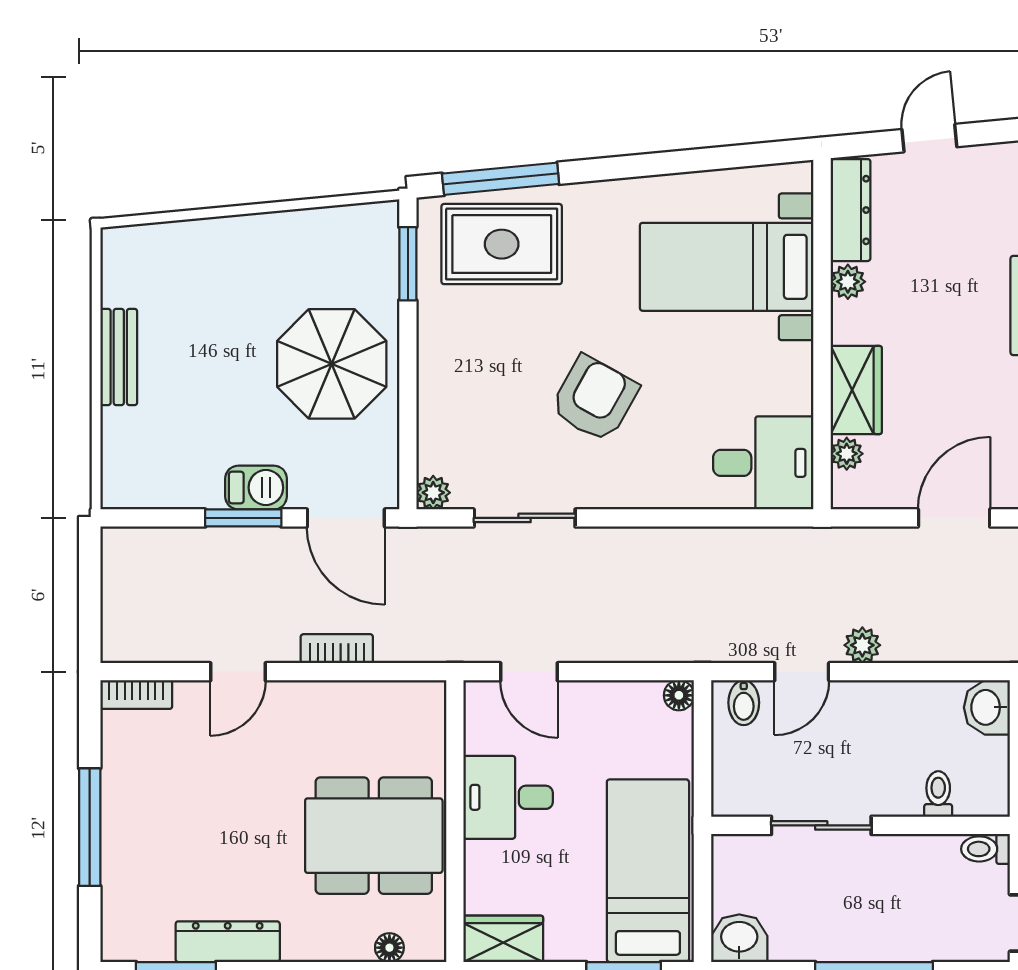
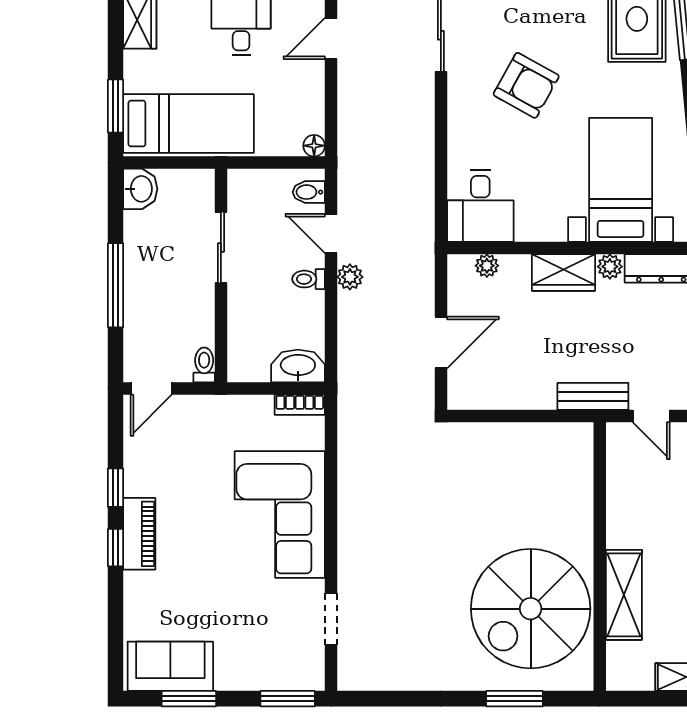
wardrobe: (856, 390) -> (563, 273), moved
door: (954, 518) -> (441, 342), hinge flipped
washbasin: (987, 707) -> (298, 366), width x1.38
toilet: (938, 794) -> (309, 279), moved, turned 180

